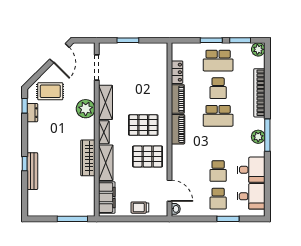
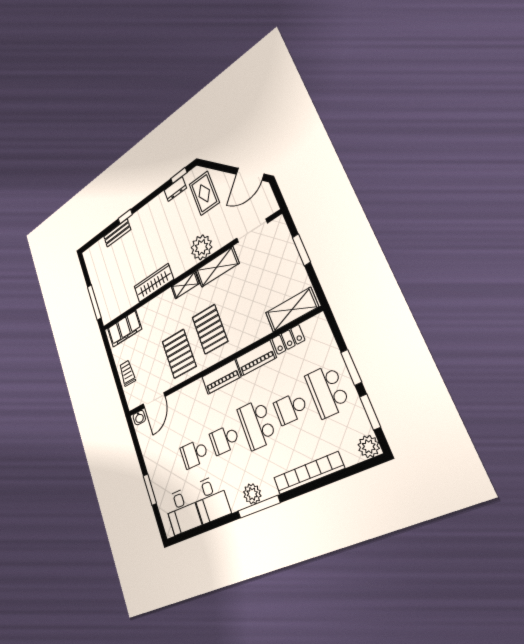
shelving: (106, 163) -> (292, 310), moved
bench: (32, 171) -> (117, 233), width x0.73
school desk: (218, 199) -> (225, 440), moved

